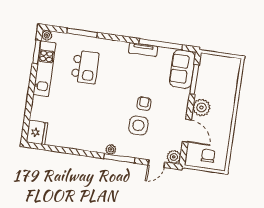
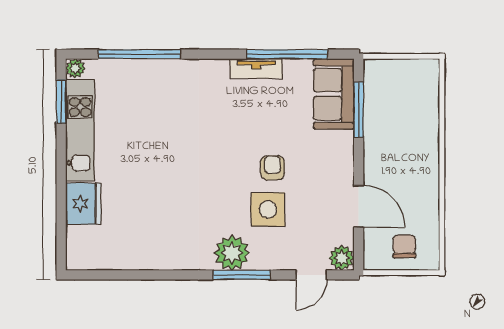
window: (82, 33) -> (139, 54), width x1.46
kitchen island: (85, 67) -> (154, 116), removed
plant: (201, 107) -> (379, 160), removed
fridge: (37, 132) -> (83, 204), moved
plant: (111, 149) -> (232, 253), width x1.87, depth x1.87

